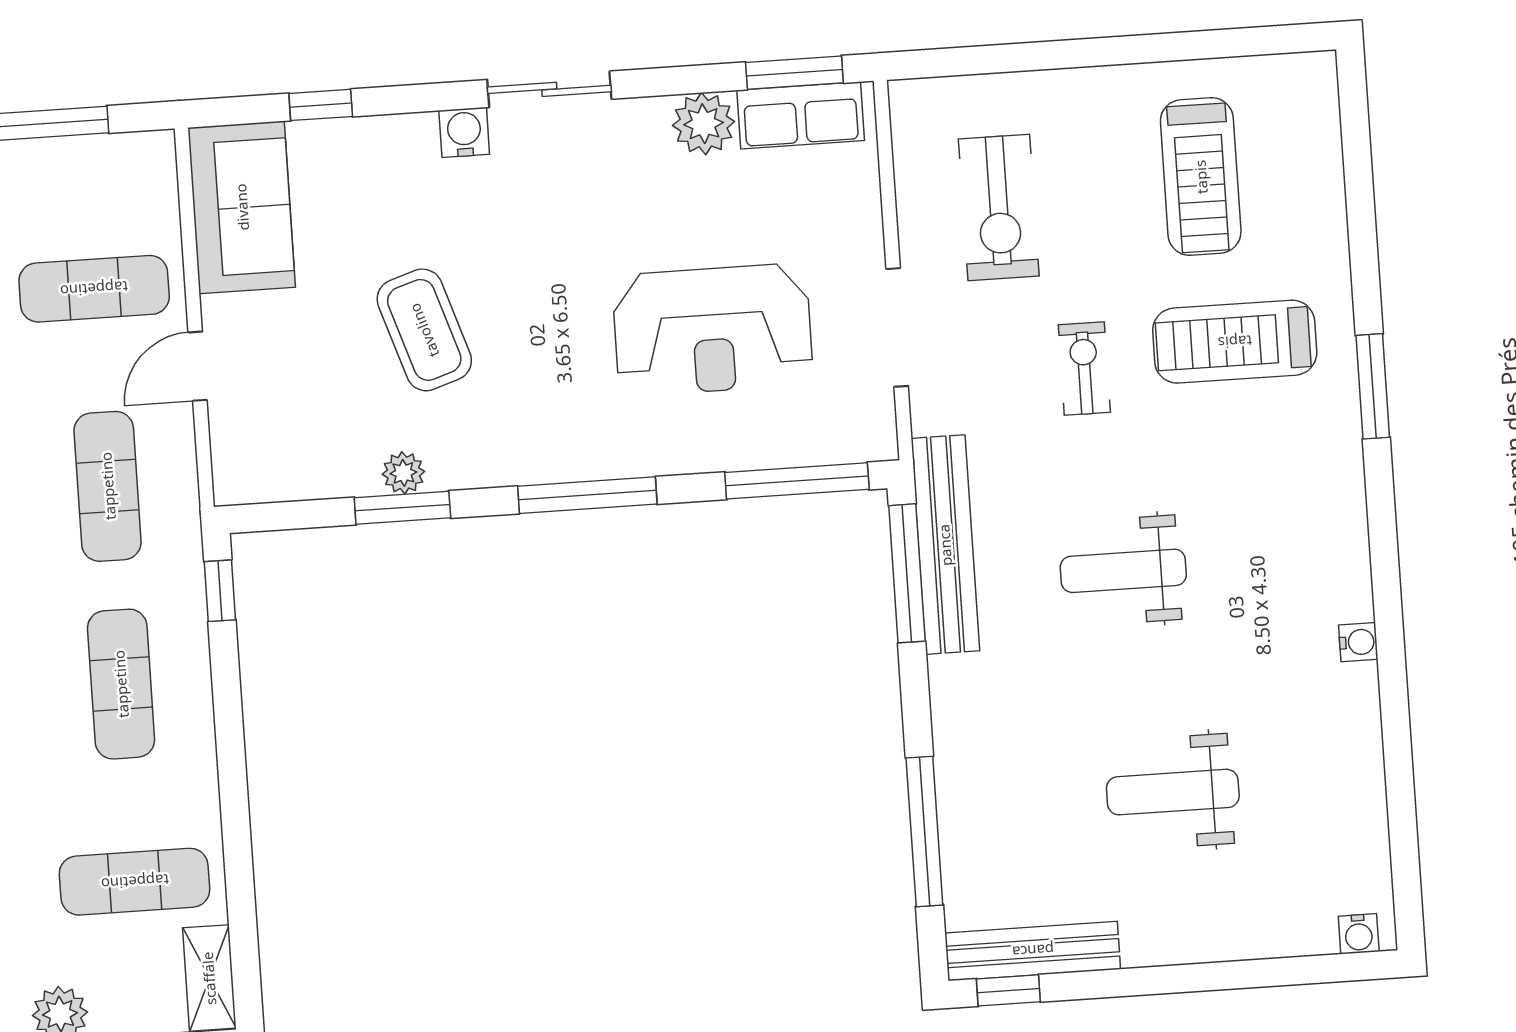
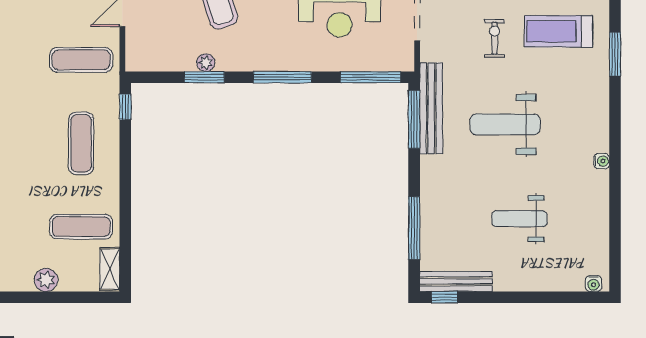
exercise mat: (108, 486) -> (81, 60), turned 90
weight bench: (1123, 571) -> (505, 124), width x1.36, depth x1.33

